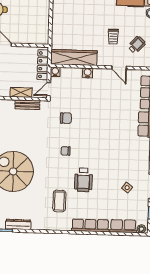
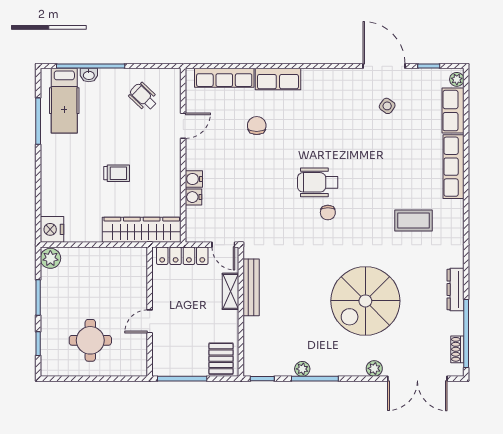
trolley: (113, 37) -> (117, 173), moved
wardrobe: (74, 57) -> (142, 230), moved, turned 90
water cooler: (55, 72) -> (194, 197), moved
bench: (27, 105) -> (251, 287), width x1.36
chair: (66, 118) -> (257, 126), moved
wheelchair: (83, 180) -> (318, 182), moved, turned 180

